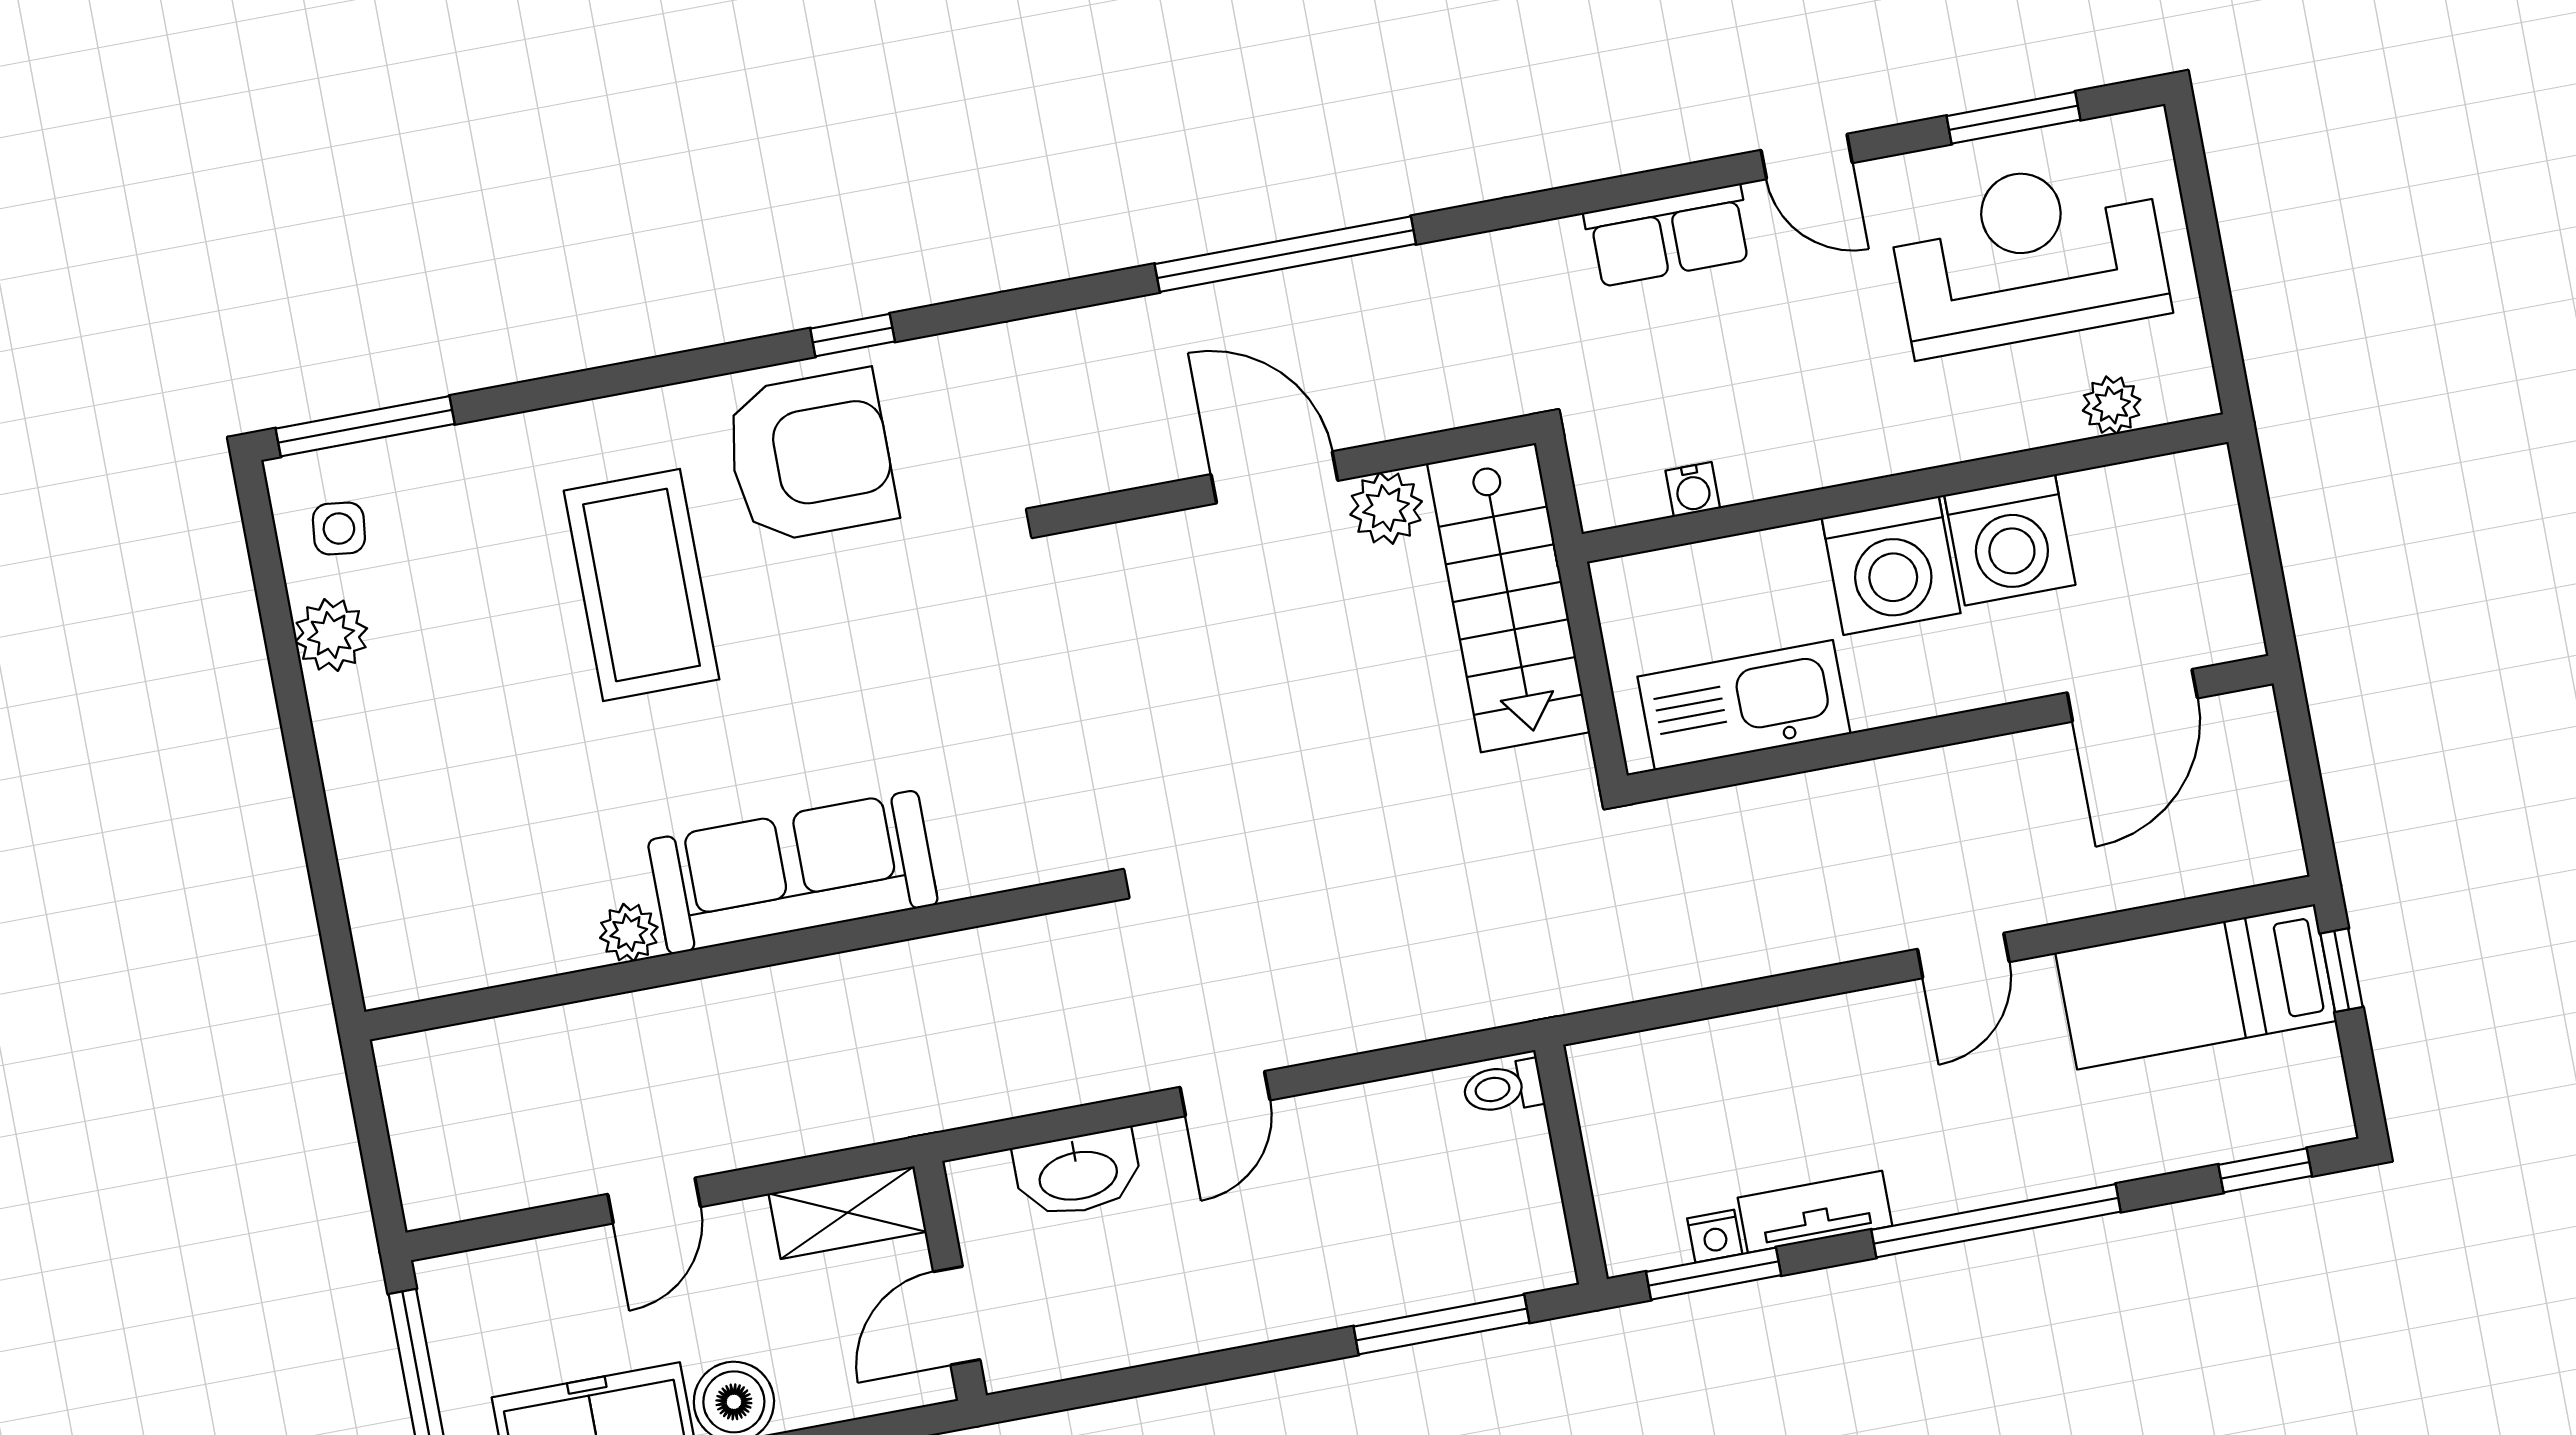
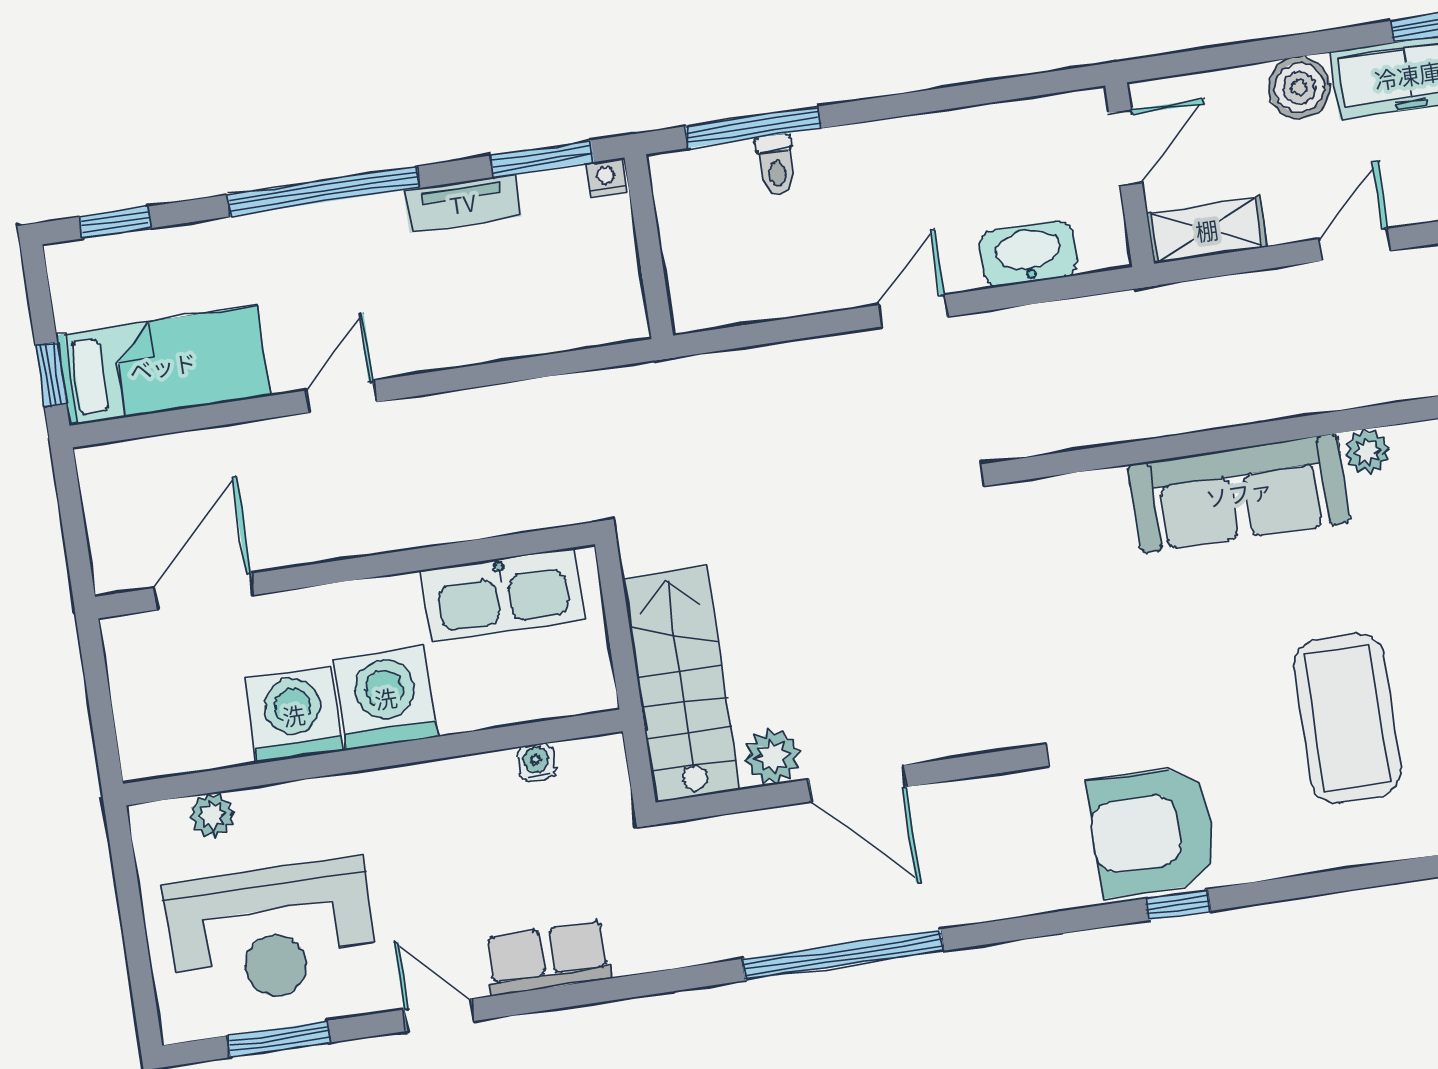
armchair: (810, 456) -> (1153, 831), moved
toilet: (1503, 1088) -> (776, 165), moved, turned 90
nightstand: (1715, 1236) -> (606, 178), moved

